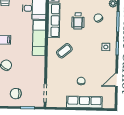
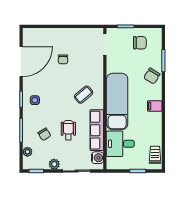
exam couch: (39, 38) -> (117, 102), width x1.36, depth x1.45
door: (117, 80) -> (21, 62), width x1.88
row of seats: (84, 102) -> (59, 35), removed

